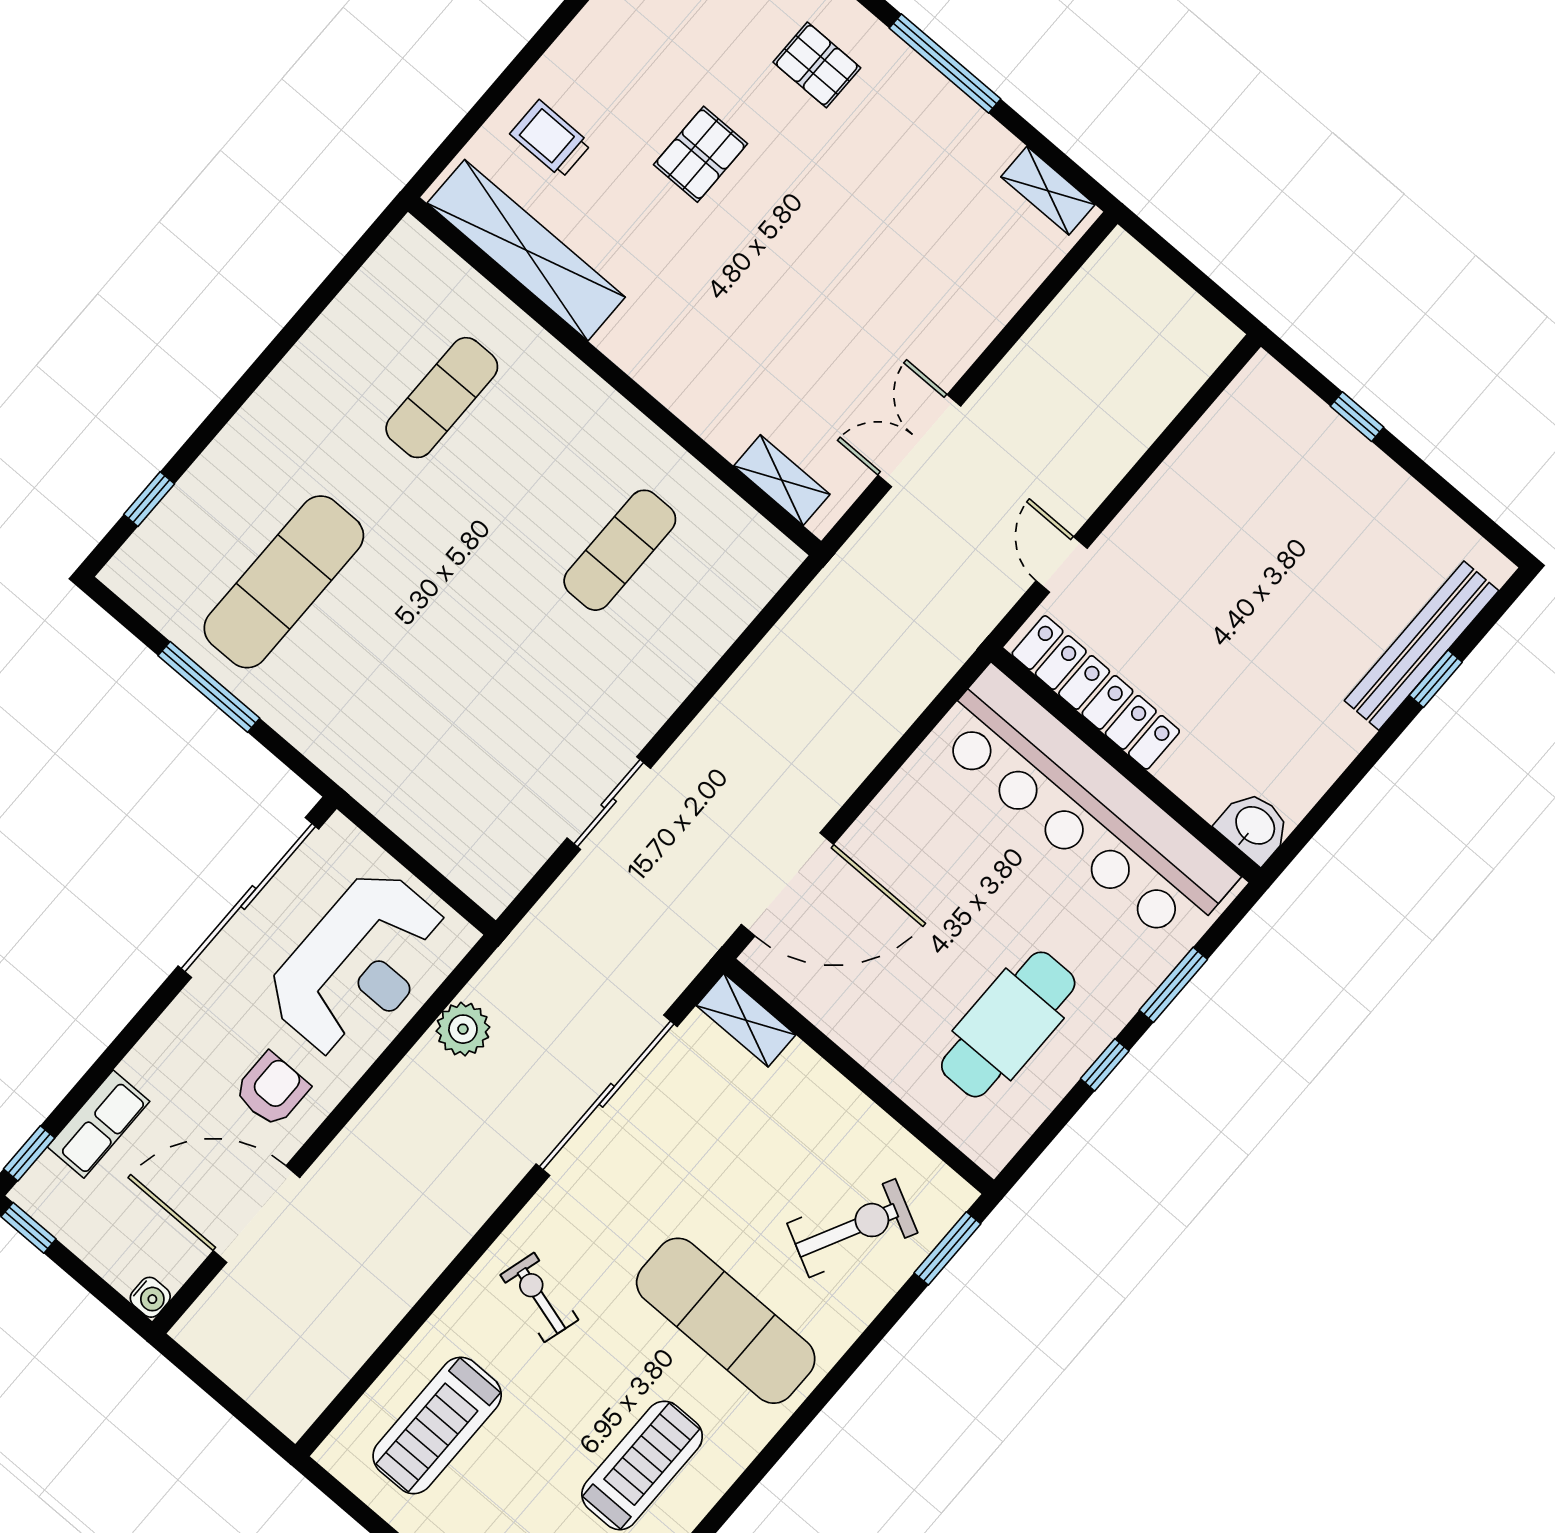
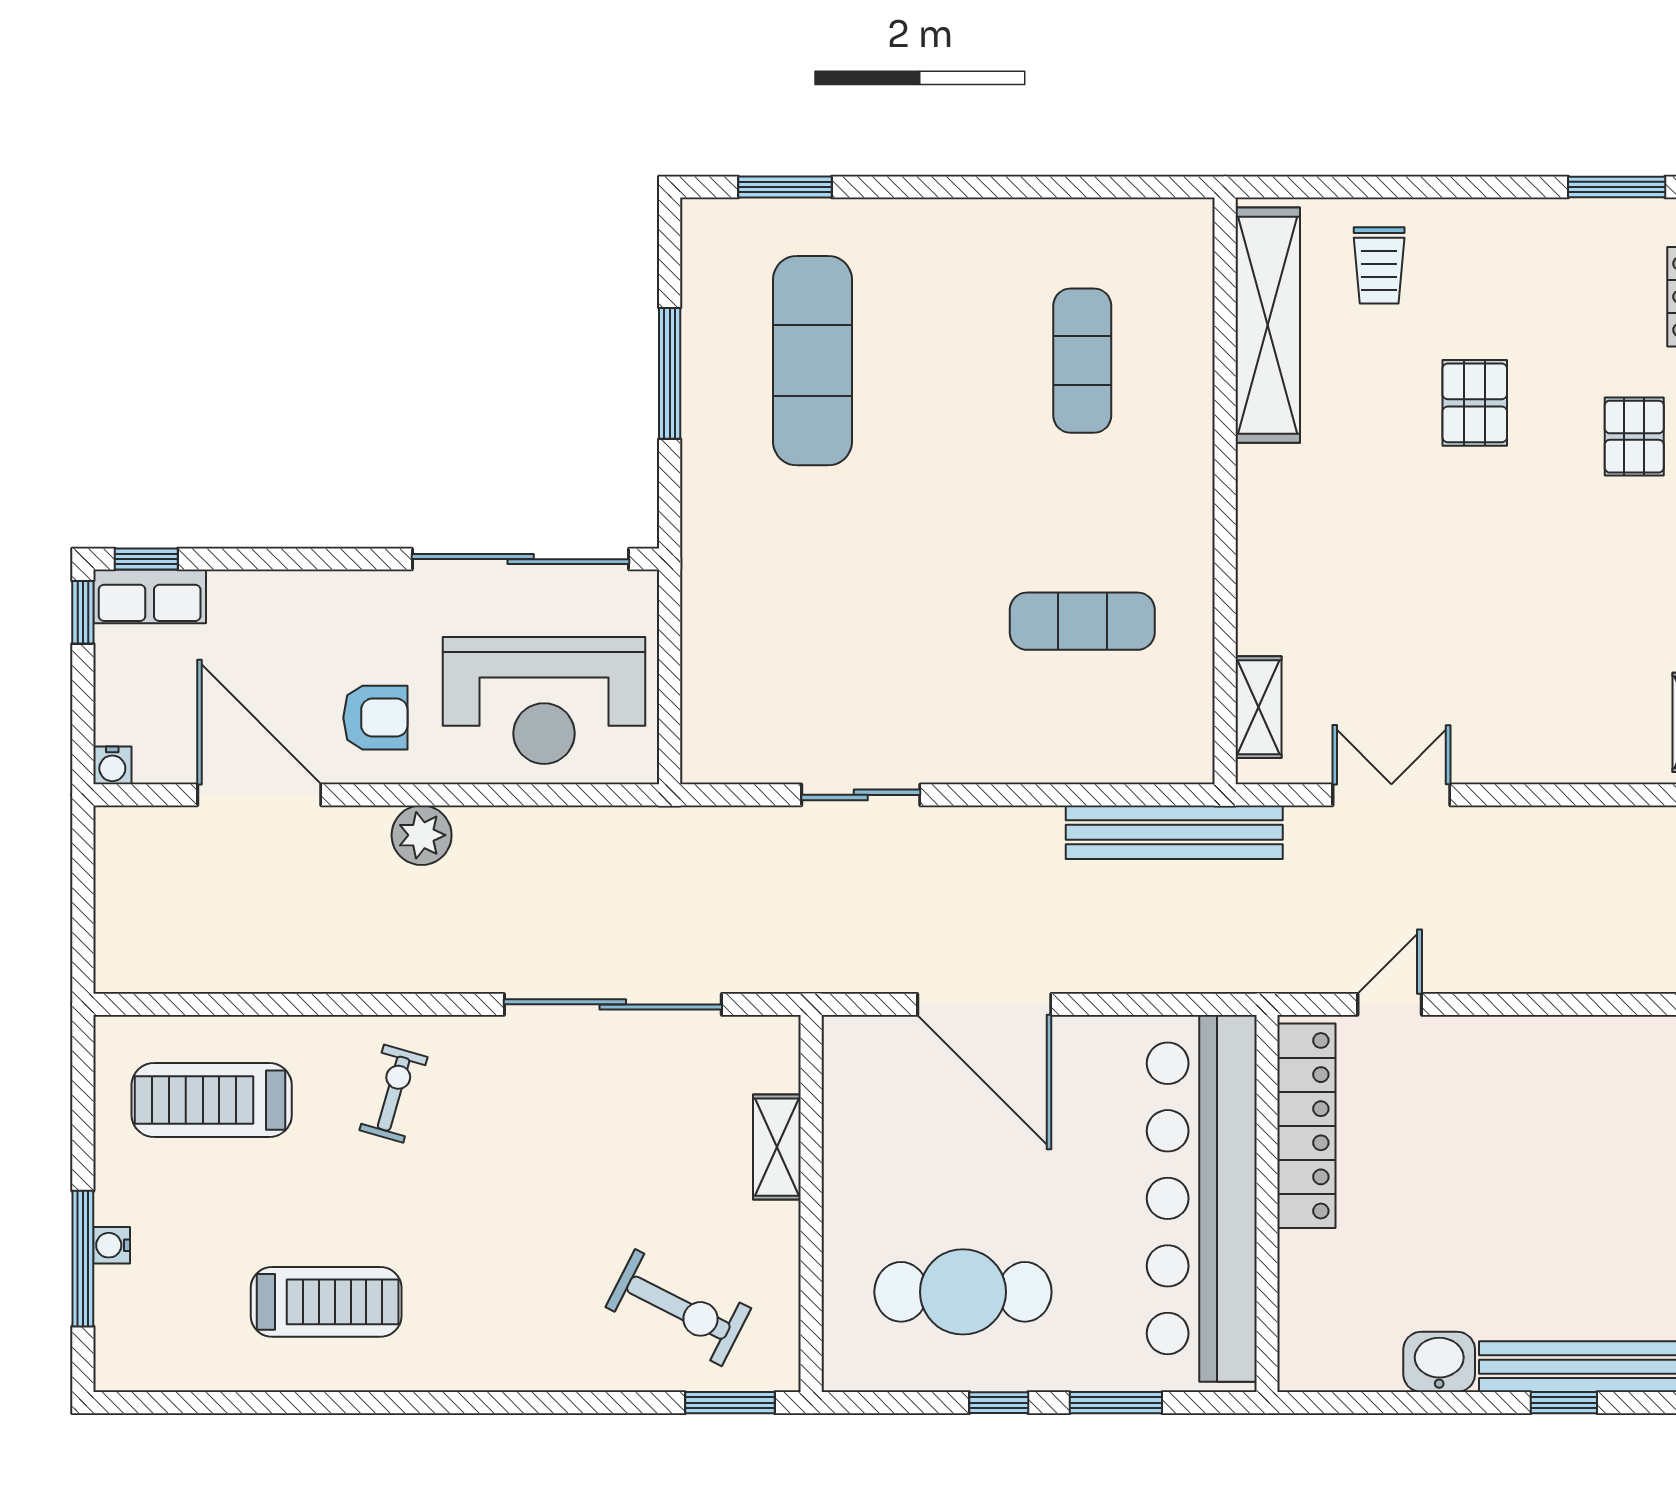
trolley: (550, 139) -> (1379, 265), turned 180
pallet: (701, 154) -> (1475, 403), turned 90
exercise mat: (442, 398) -> (1082, 361), turned 90
window: (149, 499) -> (785, 187), width x1.50
exercise mat: (284, 582) -> (813, 361), turned 90
bench: (818, 611) -> (1174, 832), added
washbasin: (1254, 827) -> (1439, 1362), moved, turned -90
door: (787, 884) -> (984, 1004), moved
shelving: (746, 1020) -> (777, 1147), moved
plant: (463, 1029) -> (422, 835), moved
row of seats: (99, 1124) -> (150, 596), moved
exercise mat: (726, 1321) -> (509, 1268), removed

